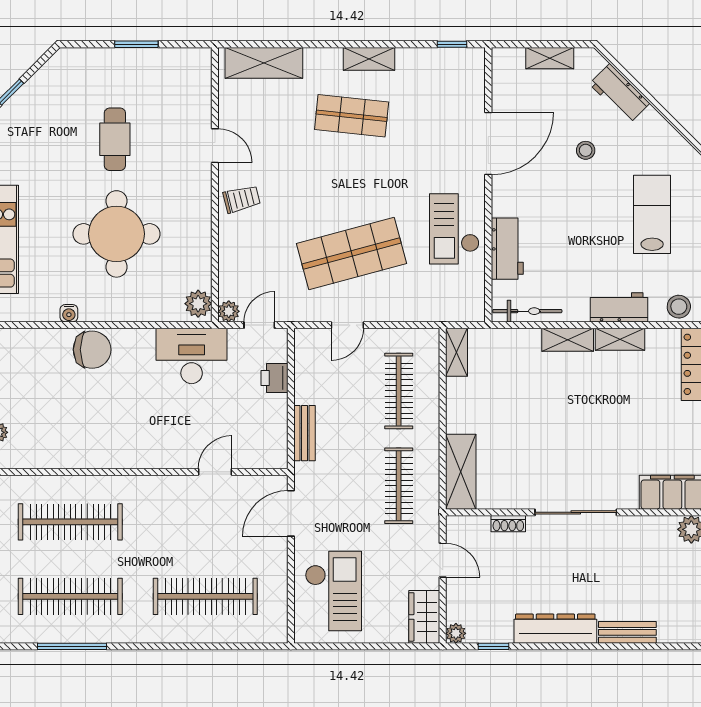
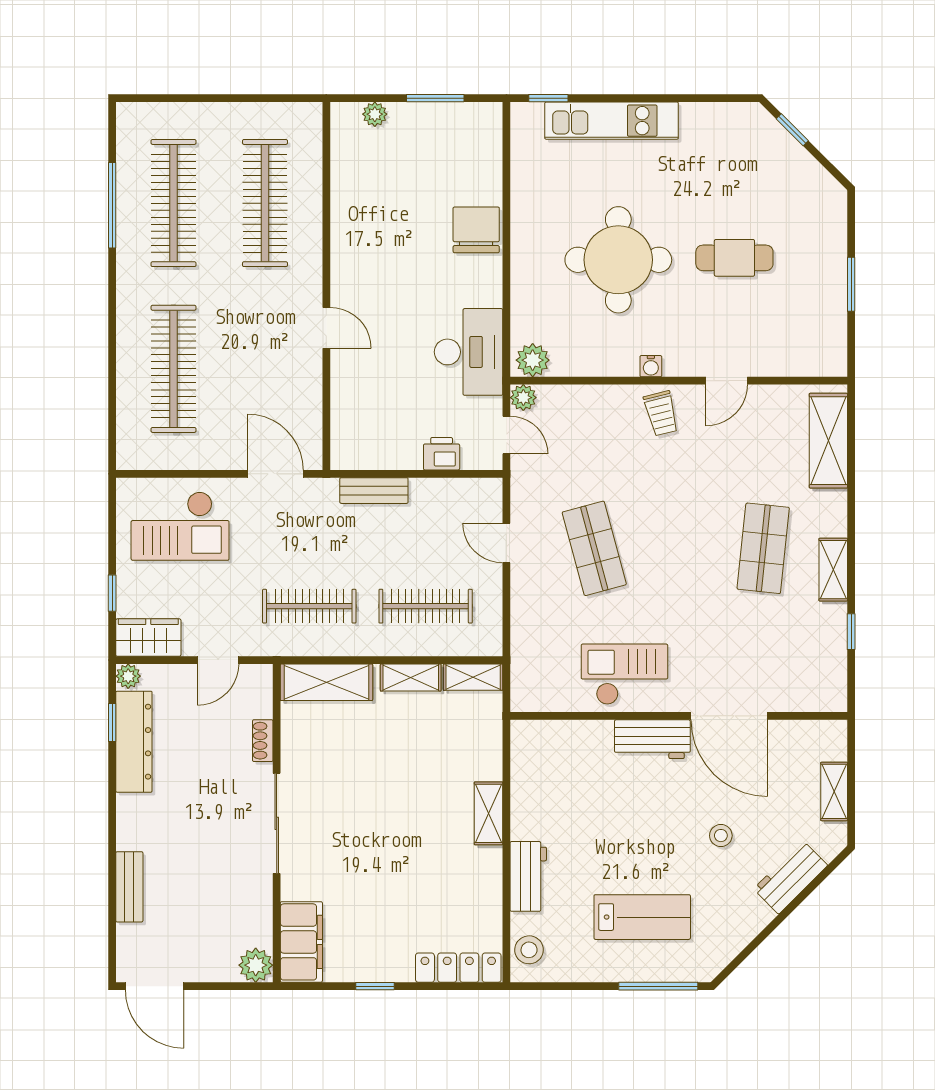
window: (452, 44) -> (851, 632), moved
workbench: (507, 249) -> (652, 739), moved
shop shelf: (352, 254) -> (594, 548), width x0.70, depth x0.74
bicycle: (527, 311) -> (524, 764), removed
water cooler: (69, 313) -> (651, 366), moved, turned -90
shelving: (620, 339) -> (411, 677), moved, turned 90
chair: (92, 350) -> (476, 230), turned 180
door: (215, 472) -> (326, 328), moved
dresser: (555, 629) -> (134, 742), moved
window: (388, 646) -> (112, 593), added

